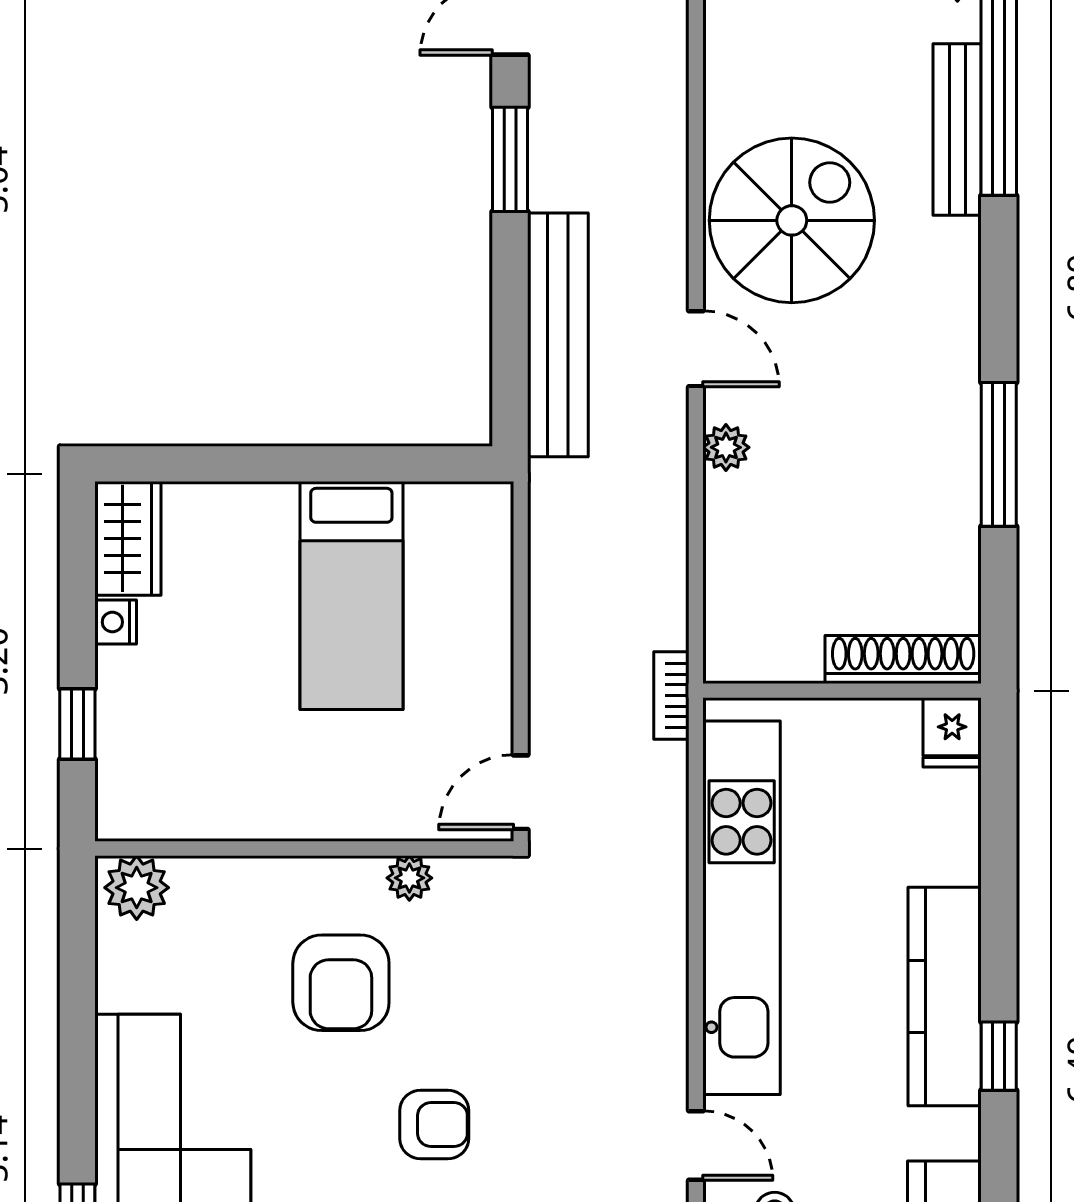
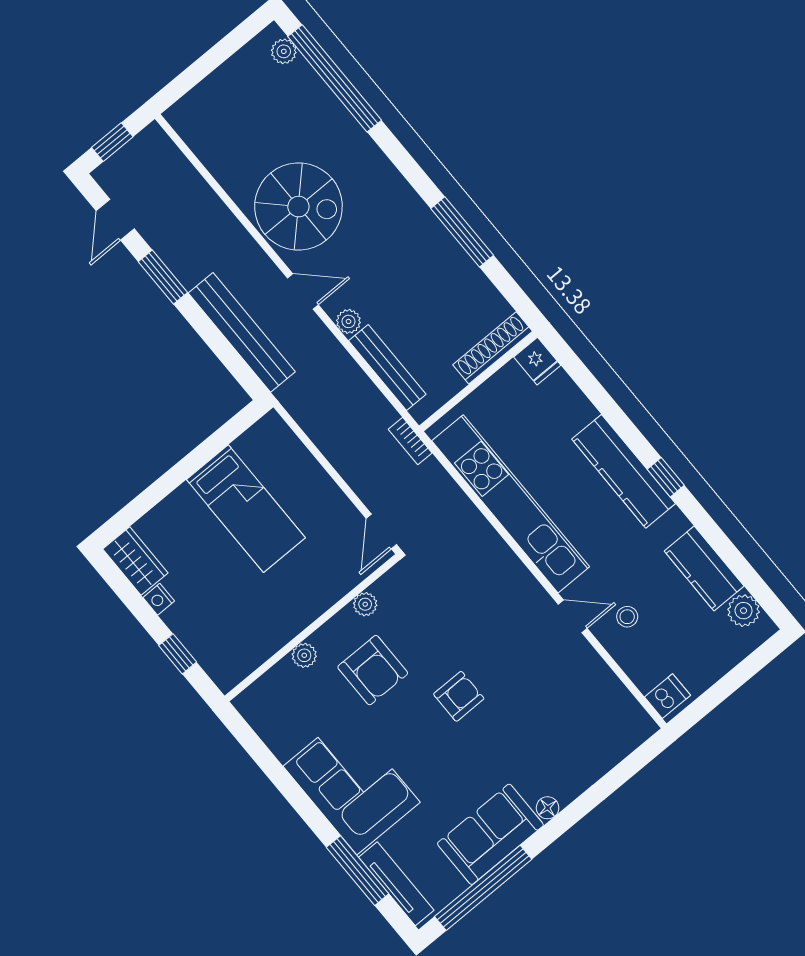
bench: (957, 130) -> (387, 367), moved
spiral stairs: (792, 220) -> (298, 207), turned 90
plant: (137, 888) -> (304, 655), moved, width x0.73, depth x0.73

